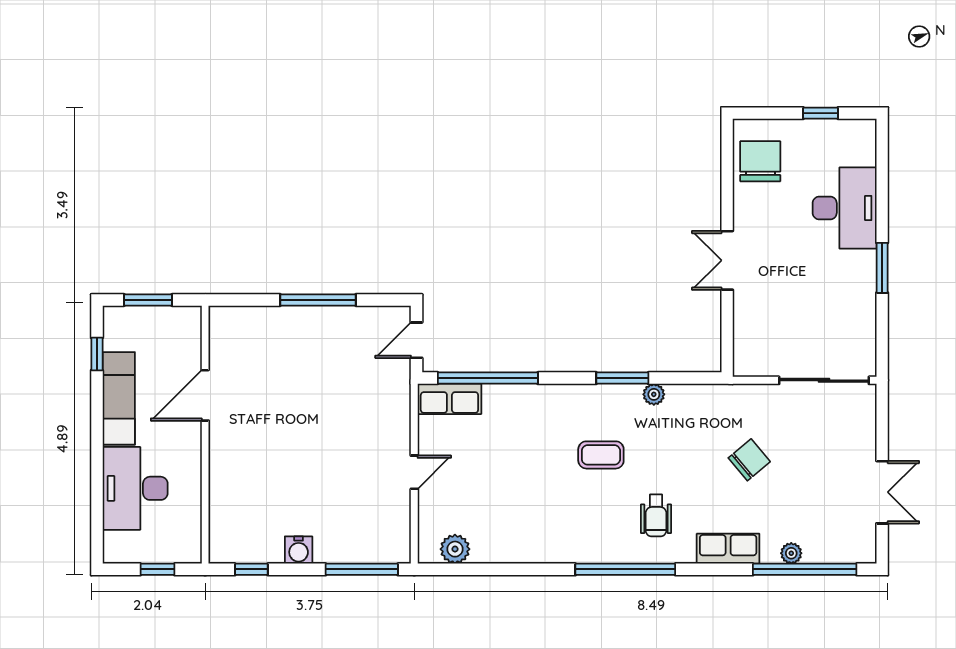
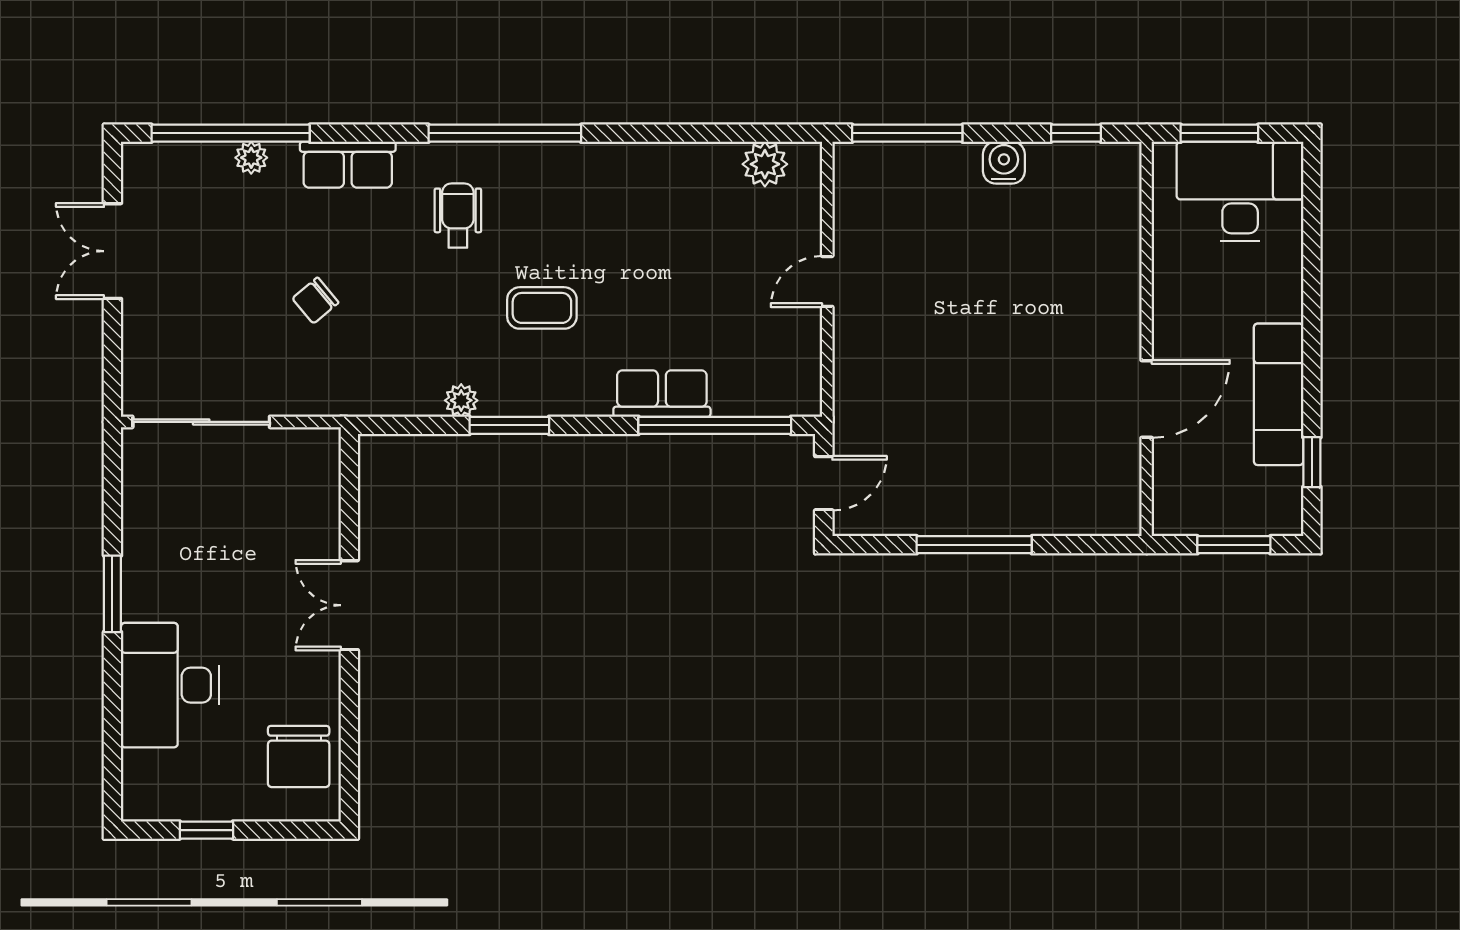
double door: (727, 260) -> (349, 605), swing flipped
row of seats: (449, 399) -> (662, 394), moved
chair: (749, 460) -> (315, 300), width x0.73, depth x0.73
desk: (135, 488) -> (1240, 191), moved, turned -90
window: (158, 569) -> (1219, 133), width x1.50

